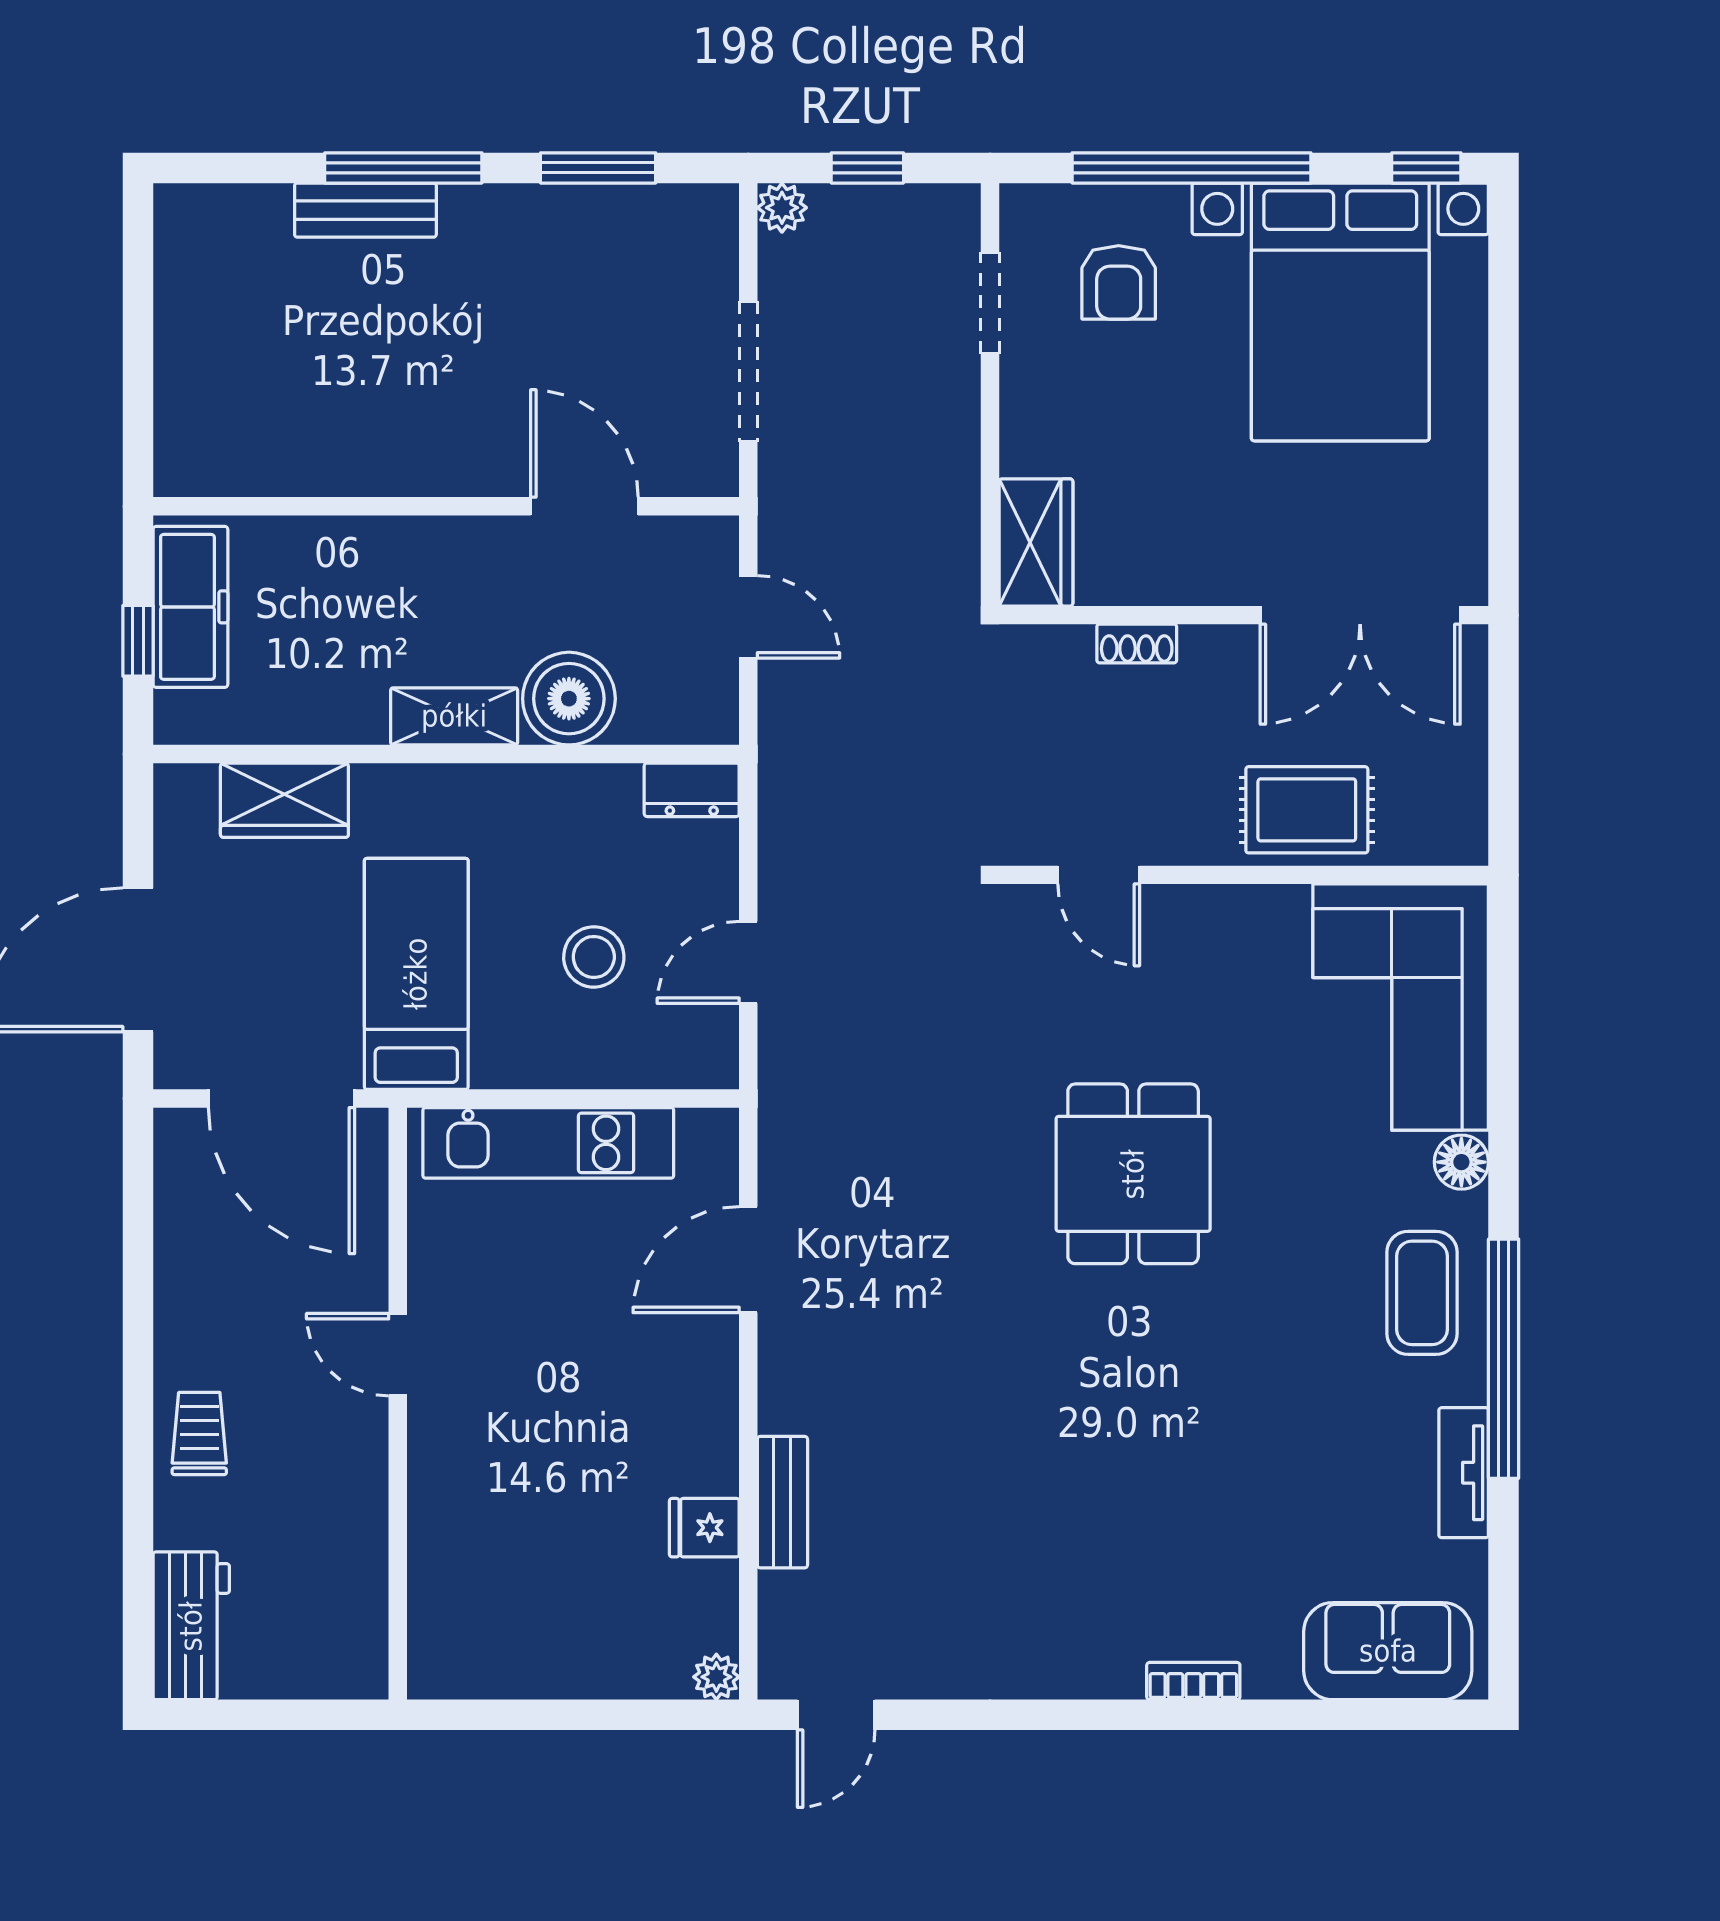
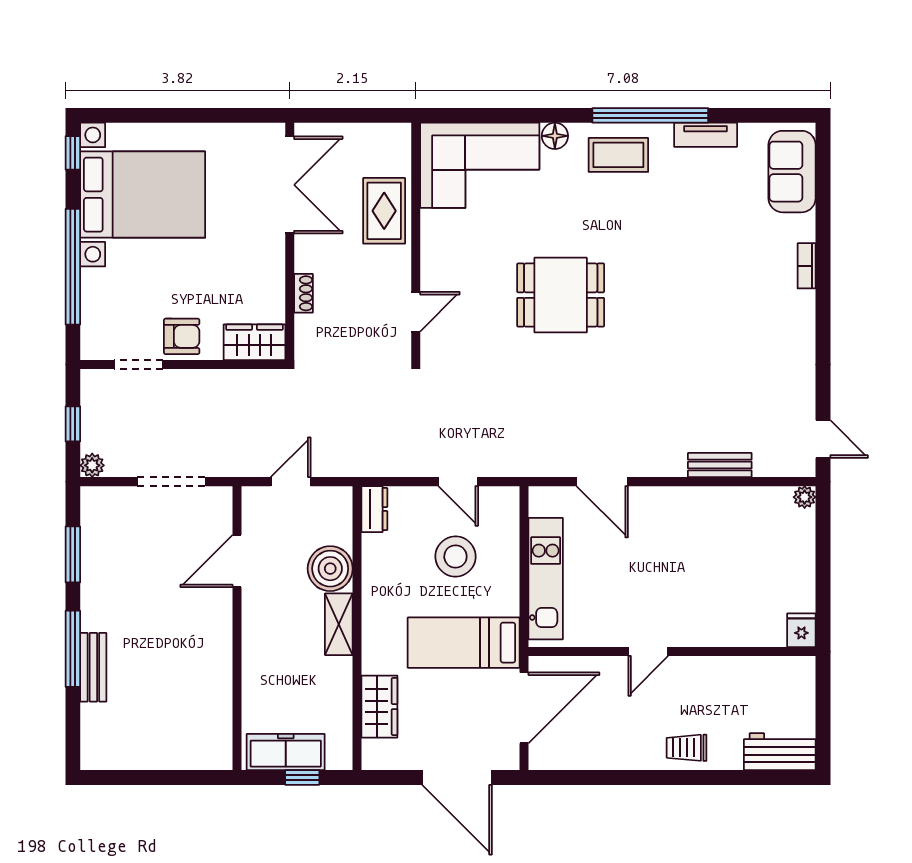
armchair: (1119, 282) -> (182, 336), moved
stool: (594, 957) -> (455, 556), width x1.38, depth x1.38
fridge: (704, 1528) -> (801, 630), moved, turned 180

